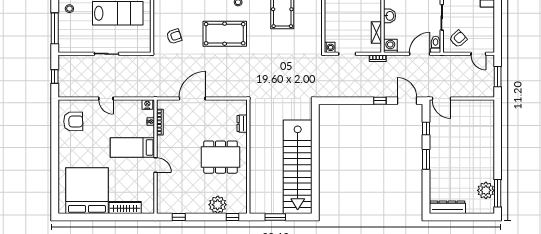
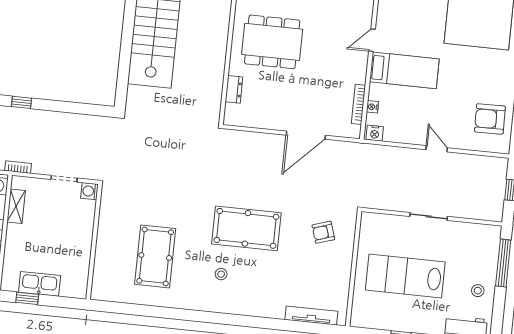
door: (155, 165) -> (372, 40), hinge flipped

